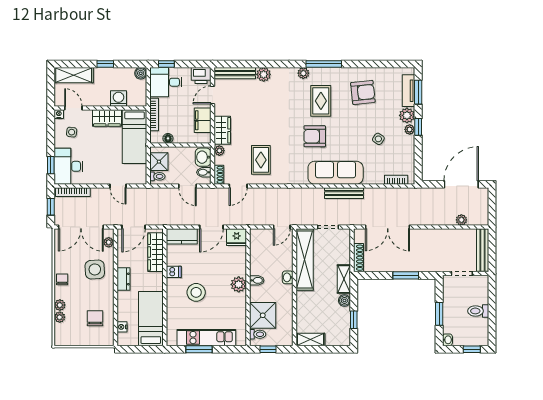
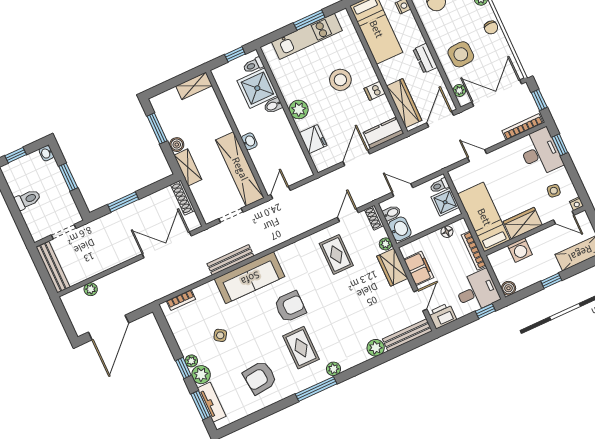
fridge: (237, 237) -> (313, 139), moved, turned 90
bidet: (257, 280) -> (273, 106), moved
window: (354, 320) -> (157, 128), width x1.50

